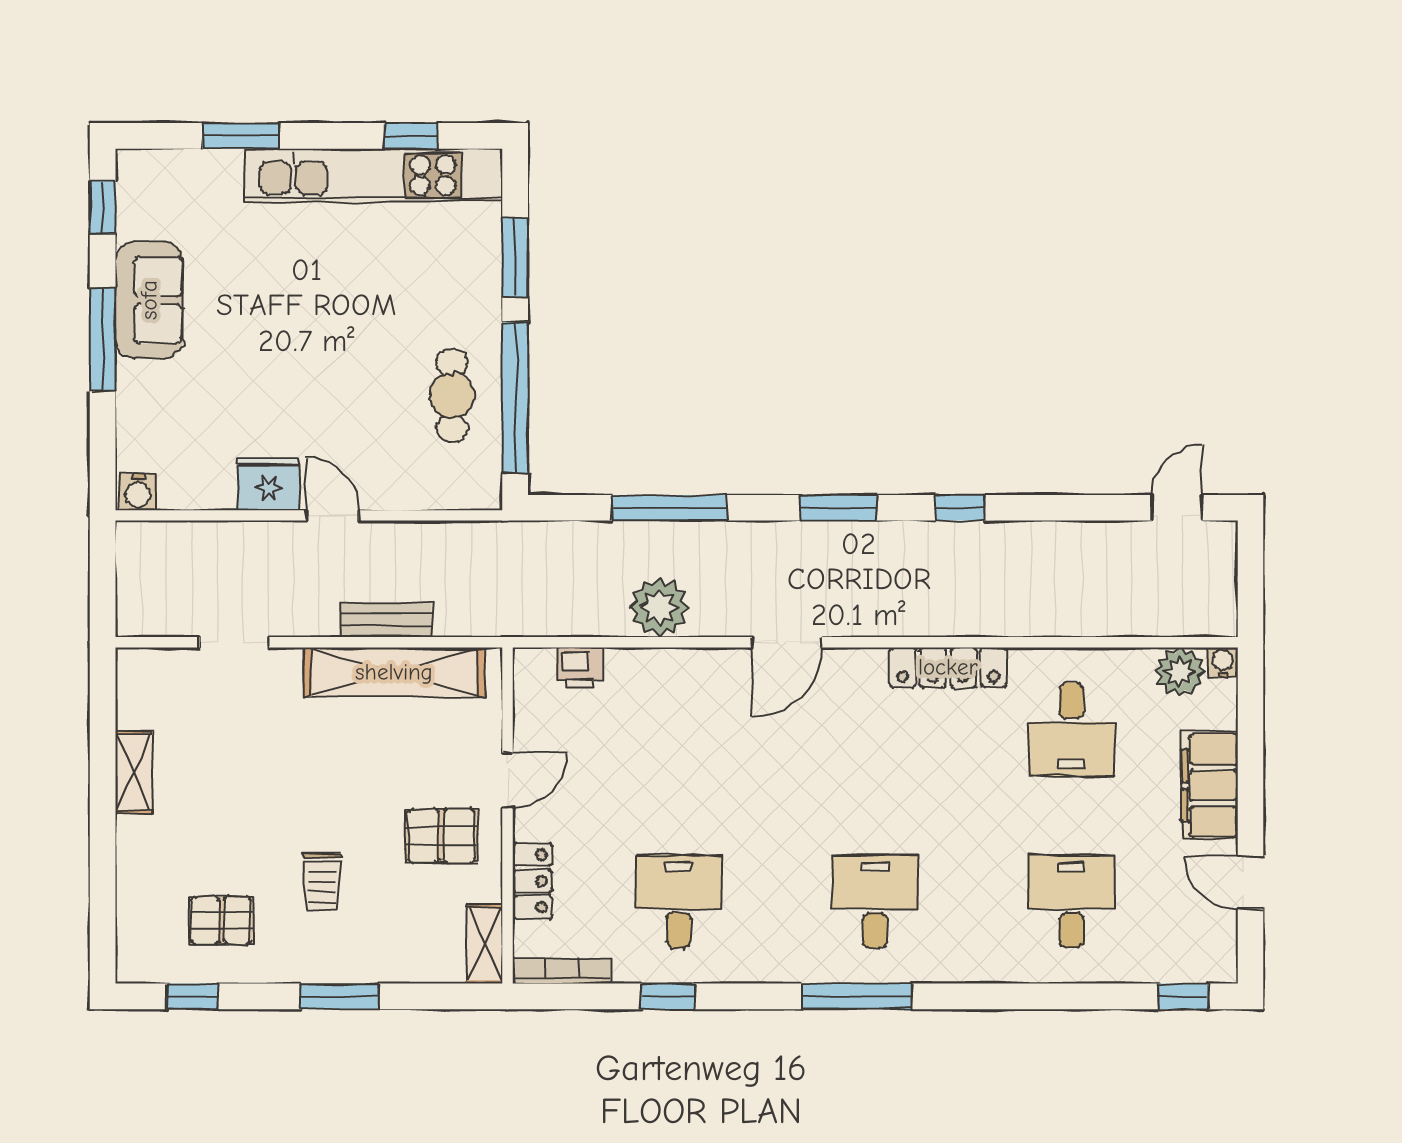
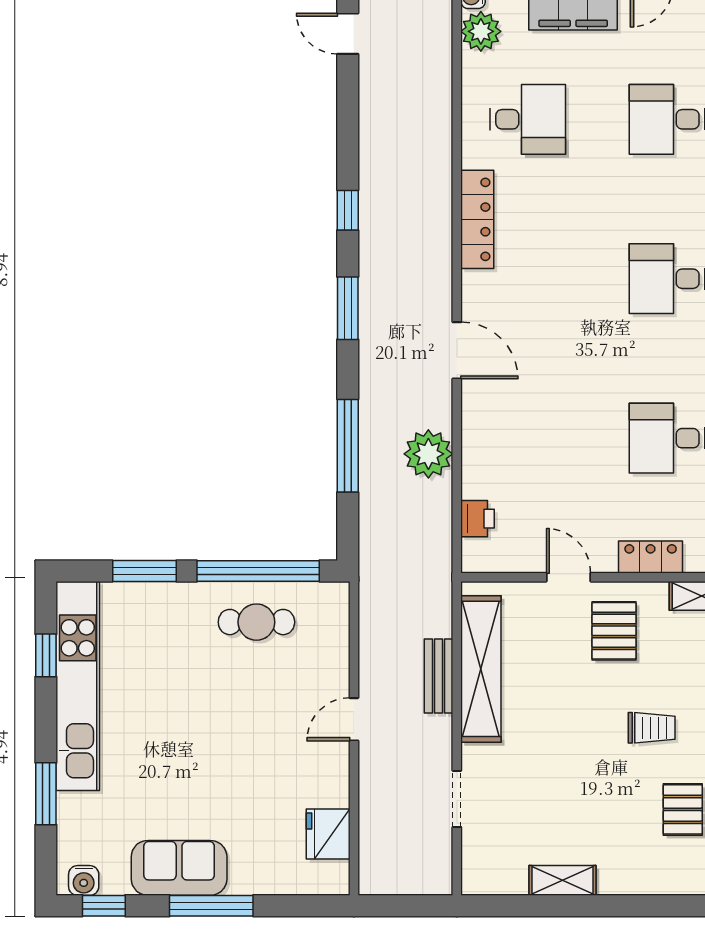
fridge: (269, 484) -> (328, 834), moved
water cooler: (138, 492) -> (84, 880), moved, turned 90

